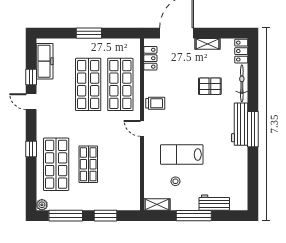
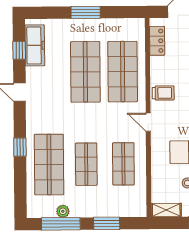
window: (31, 77) -> (19, 50), moved
shop shelf: (120, 164) -> (123, 164), added
plant: (42, 205) -> (63, 211), moved

